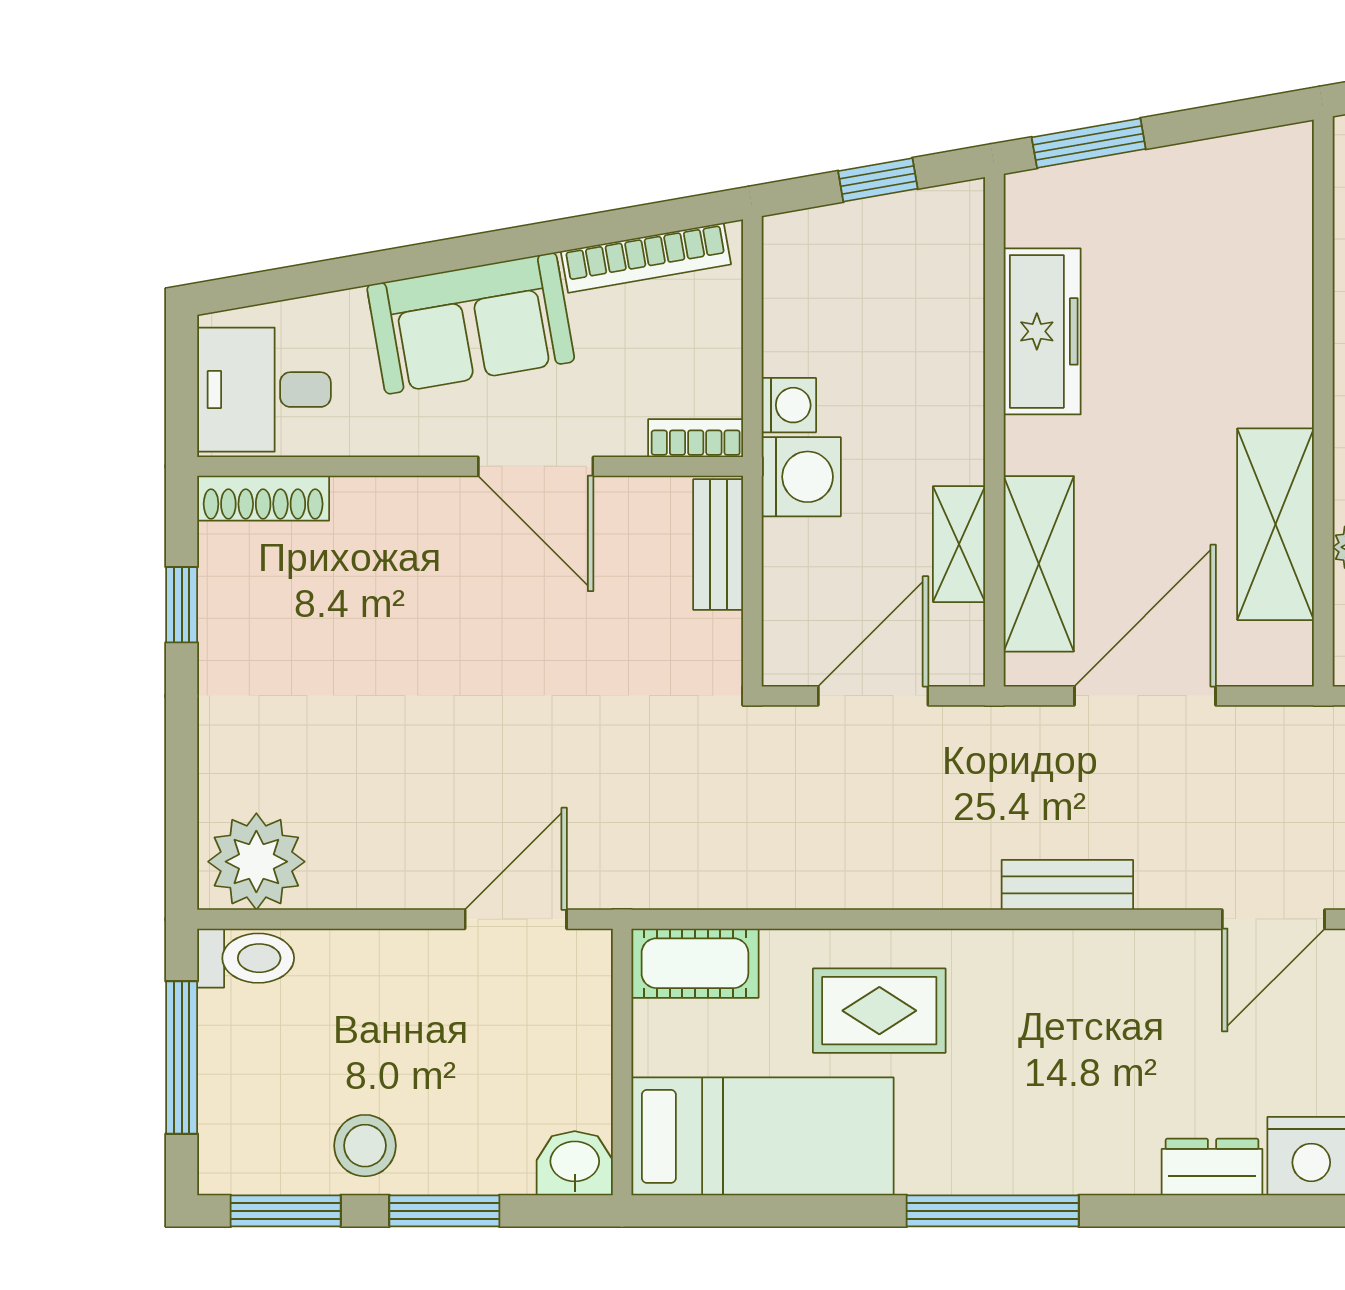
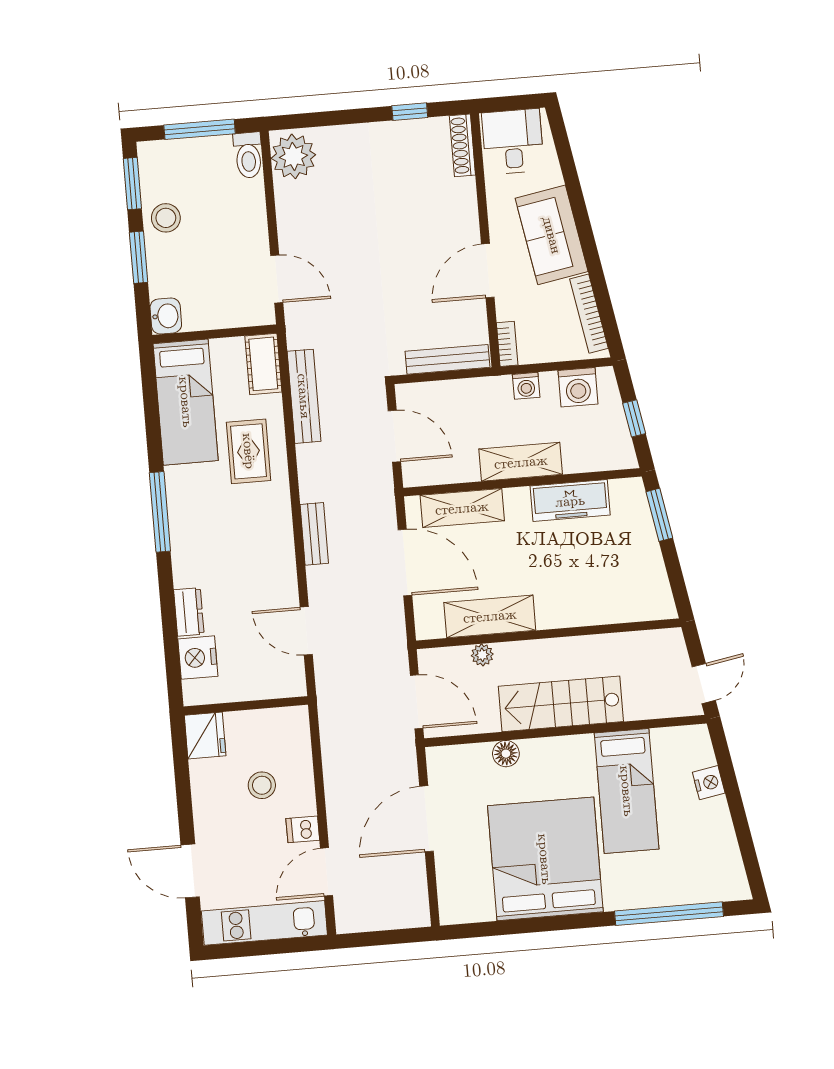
washing machine: (801, 477) -> (578, 387), moved
shelving: (959, 544) -> (521, 462), moved, width x1.50, depth x1.33
bench: (718, 545) -> (448, 359), width x1.36
bench: (771, 882) -> (304, 396), added

